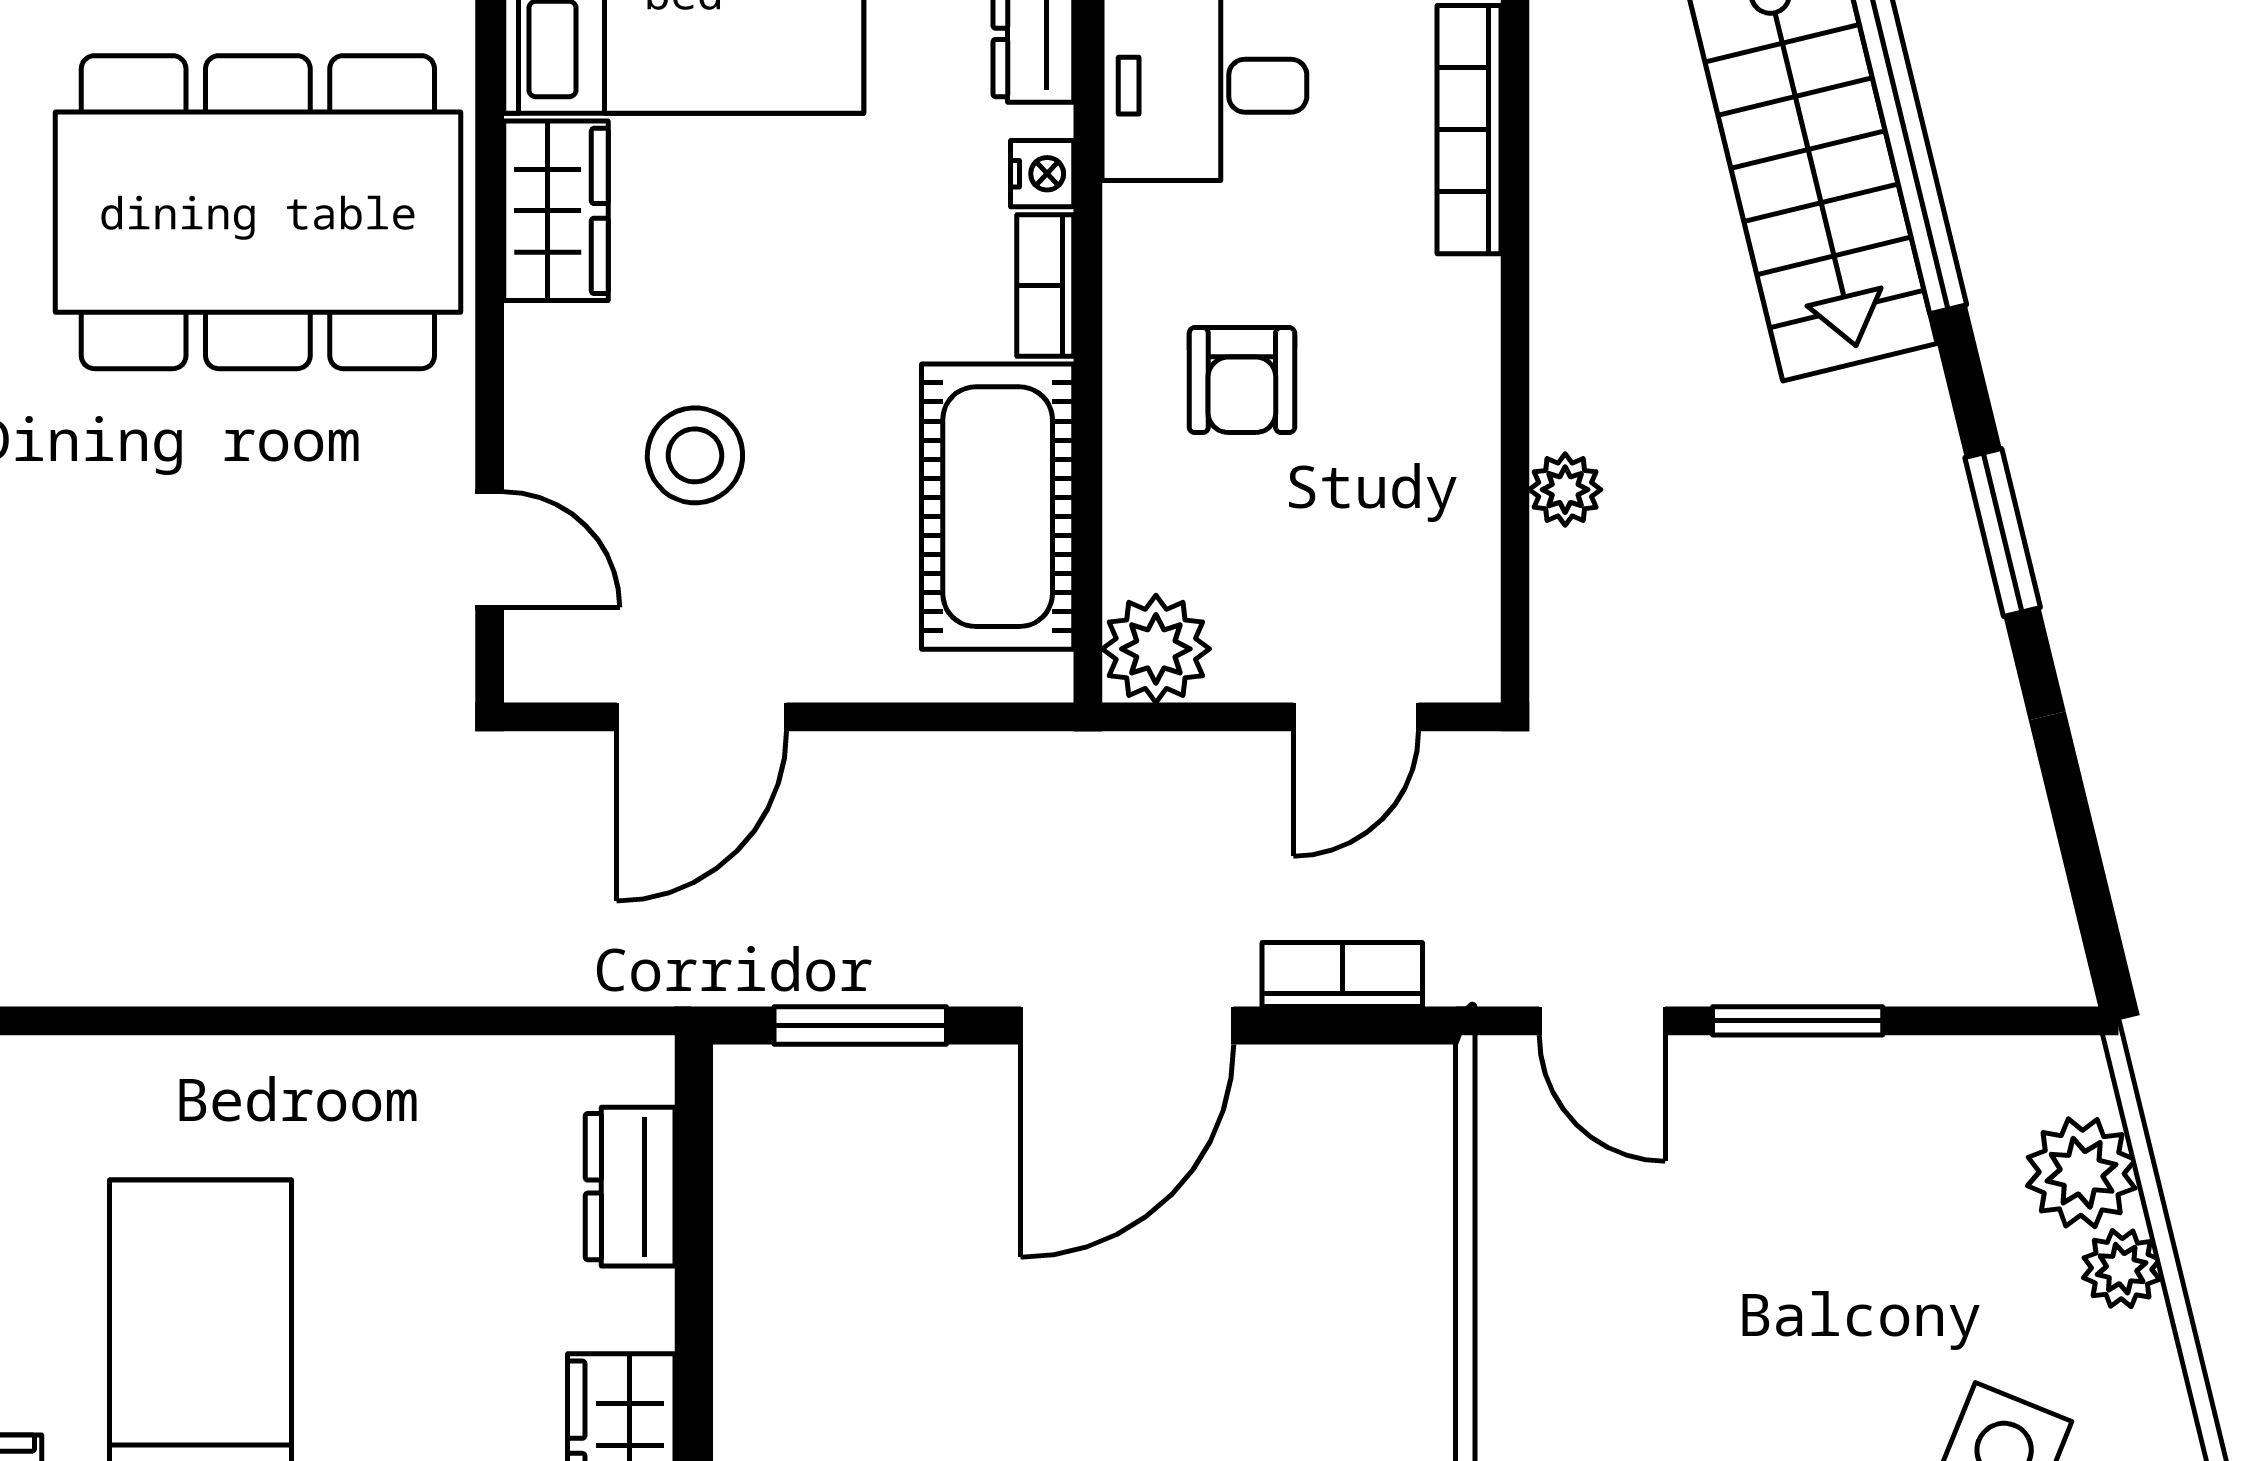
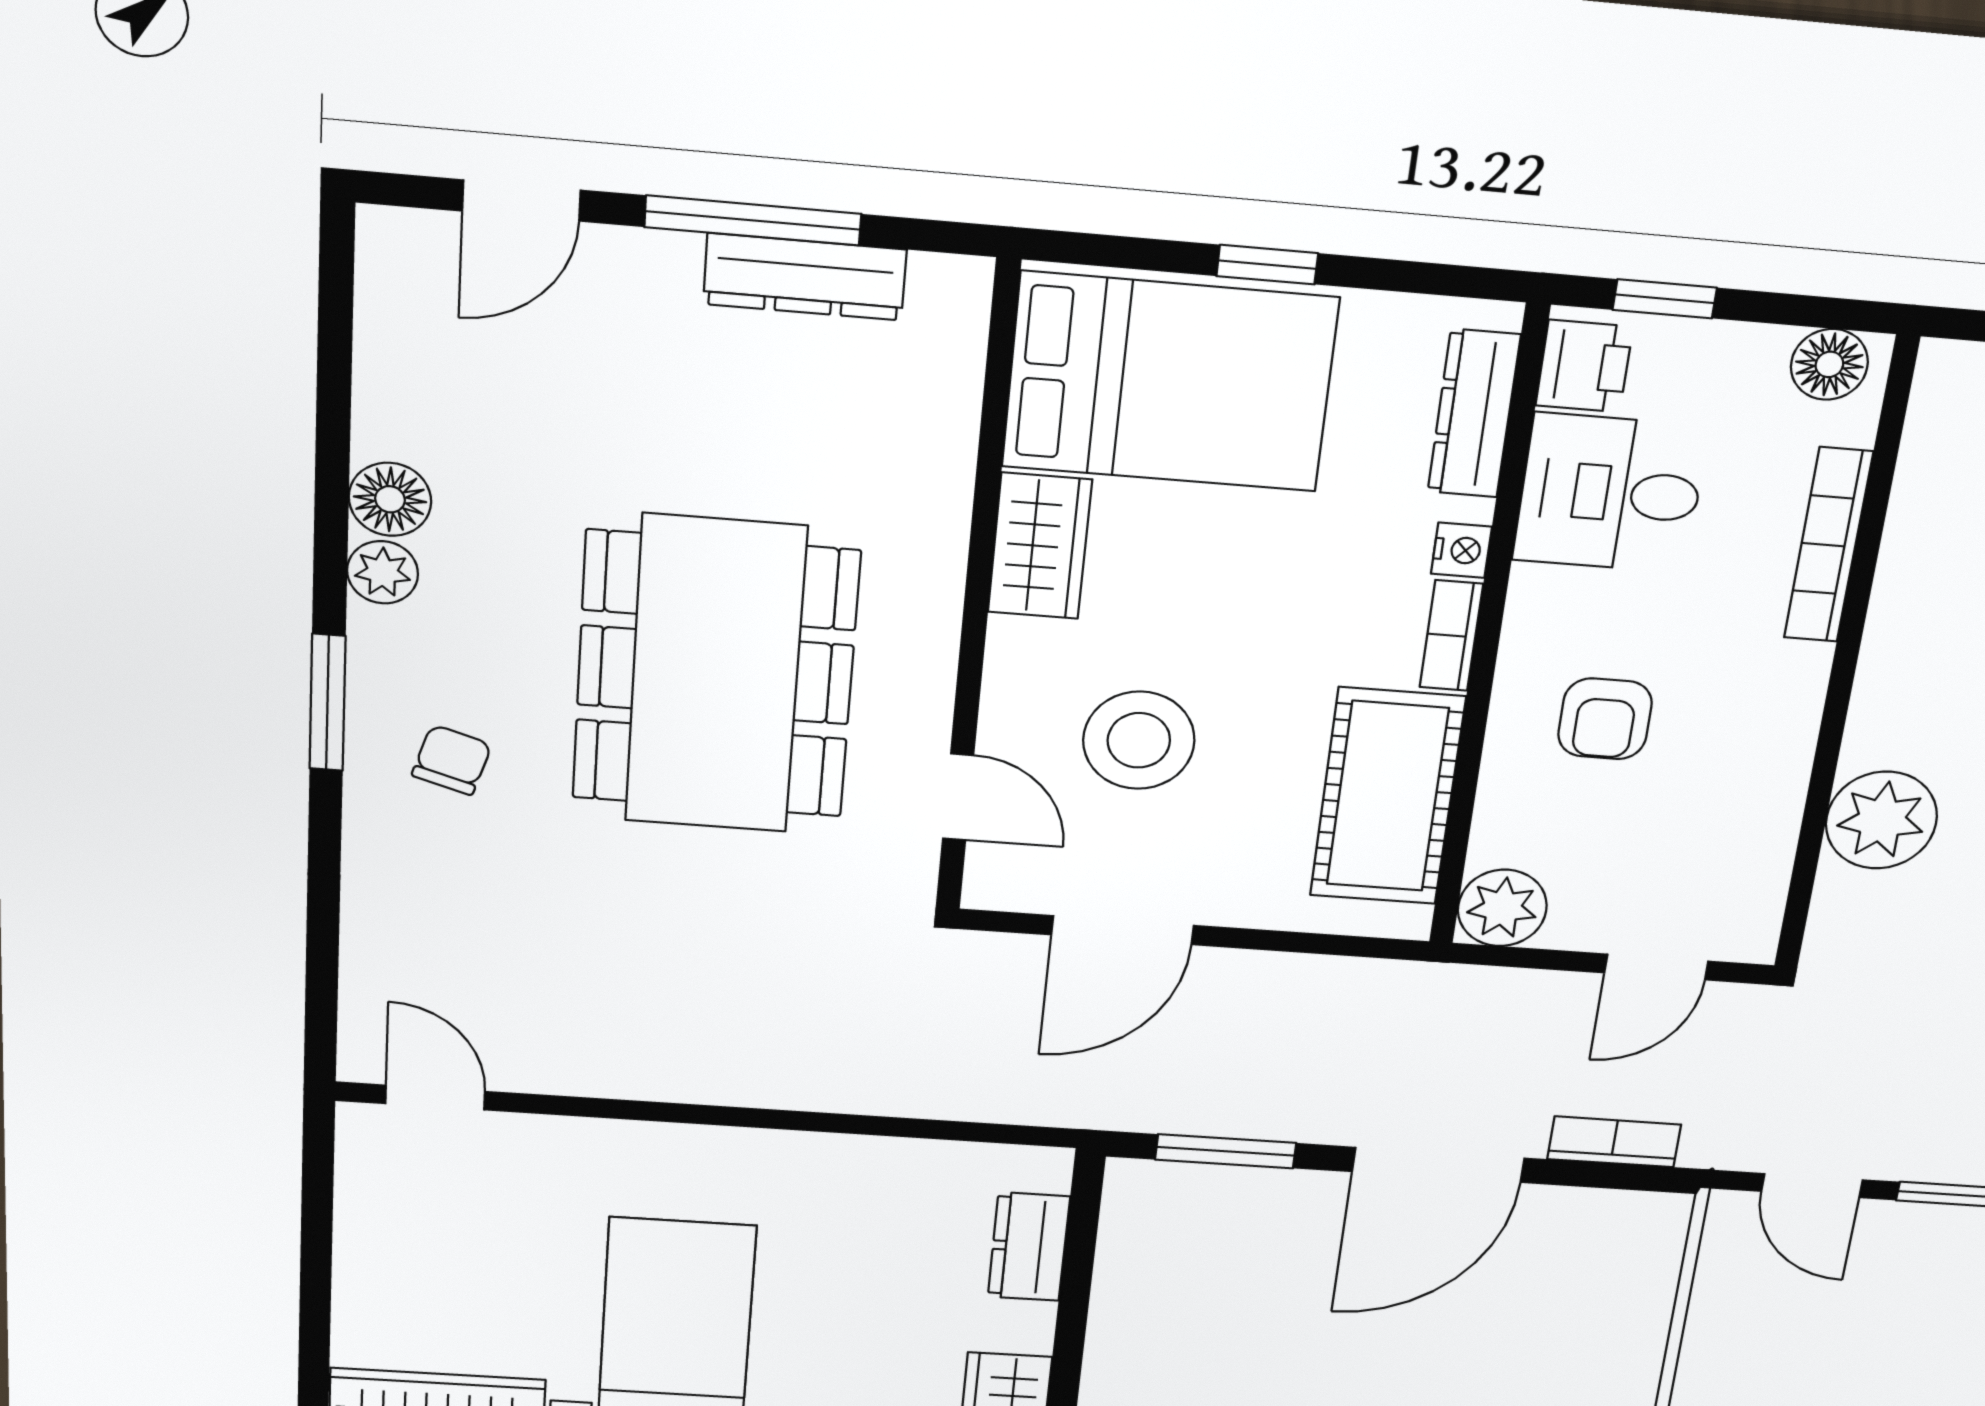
dining table: (258, 212) -> (715, 675), moved, turned 90
stool: (695, 455) -> (1139, 740), width x1.38, depth x1.38
plant: (1565, 490) -> (1881, 820), width x1.87, depth x1.87

